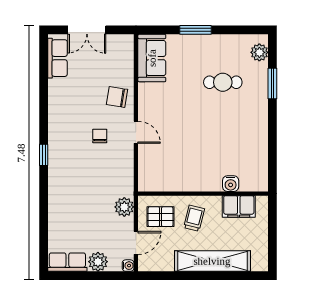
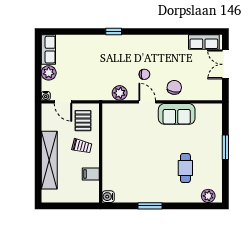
sofa: (152, 58) -> (177, 114), moved
window: (272, 83) -> (150, 206), moved
door: (136, 132) -> (147, 102), swing flipped
window: (44, 155) -> (114, 31), moved
water cooler: (231, 184) -> (108, 197), moved
filing cabinet: (239, 206) -> (91, 174), width x0.50
plant: (124, 207) -> (120, 93), moved

